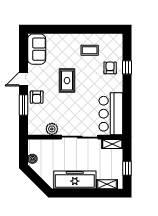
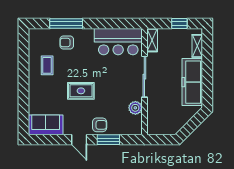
window: (127, 67) -> (66, 24), width x2.17
boiler: (32, 159) -> (169, 130), removed

